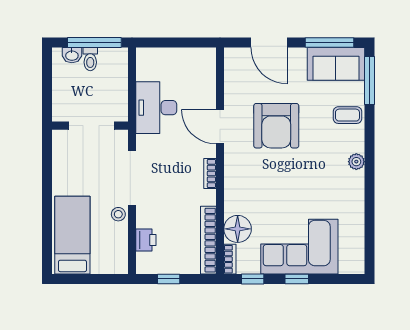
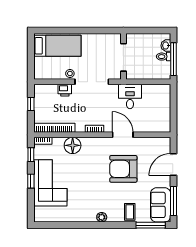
desk: (156, 108) -> (130, 96), width x0.73
door: (220, 127) -> (123, 135), hinge flipped
floor lamp: (238, 229) -> (73, 145), moved
printer: (146, 240) -> (65, 90), moved

